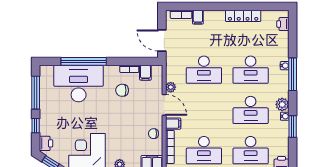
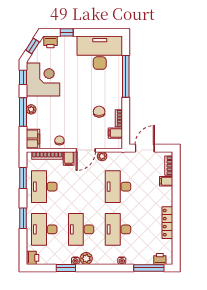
window: (293, 74) -> (149, 268), moved
desk: (79, 83) -> (100, 53), moved, turned -90
window: (36, 93) -> (97, 32), removed

